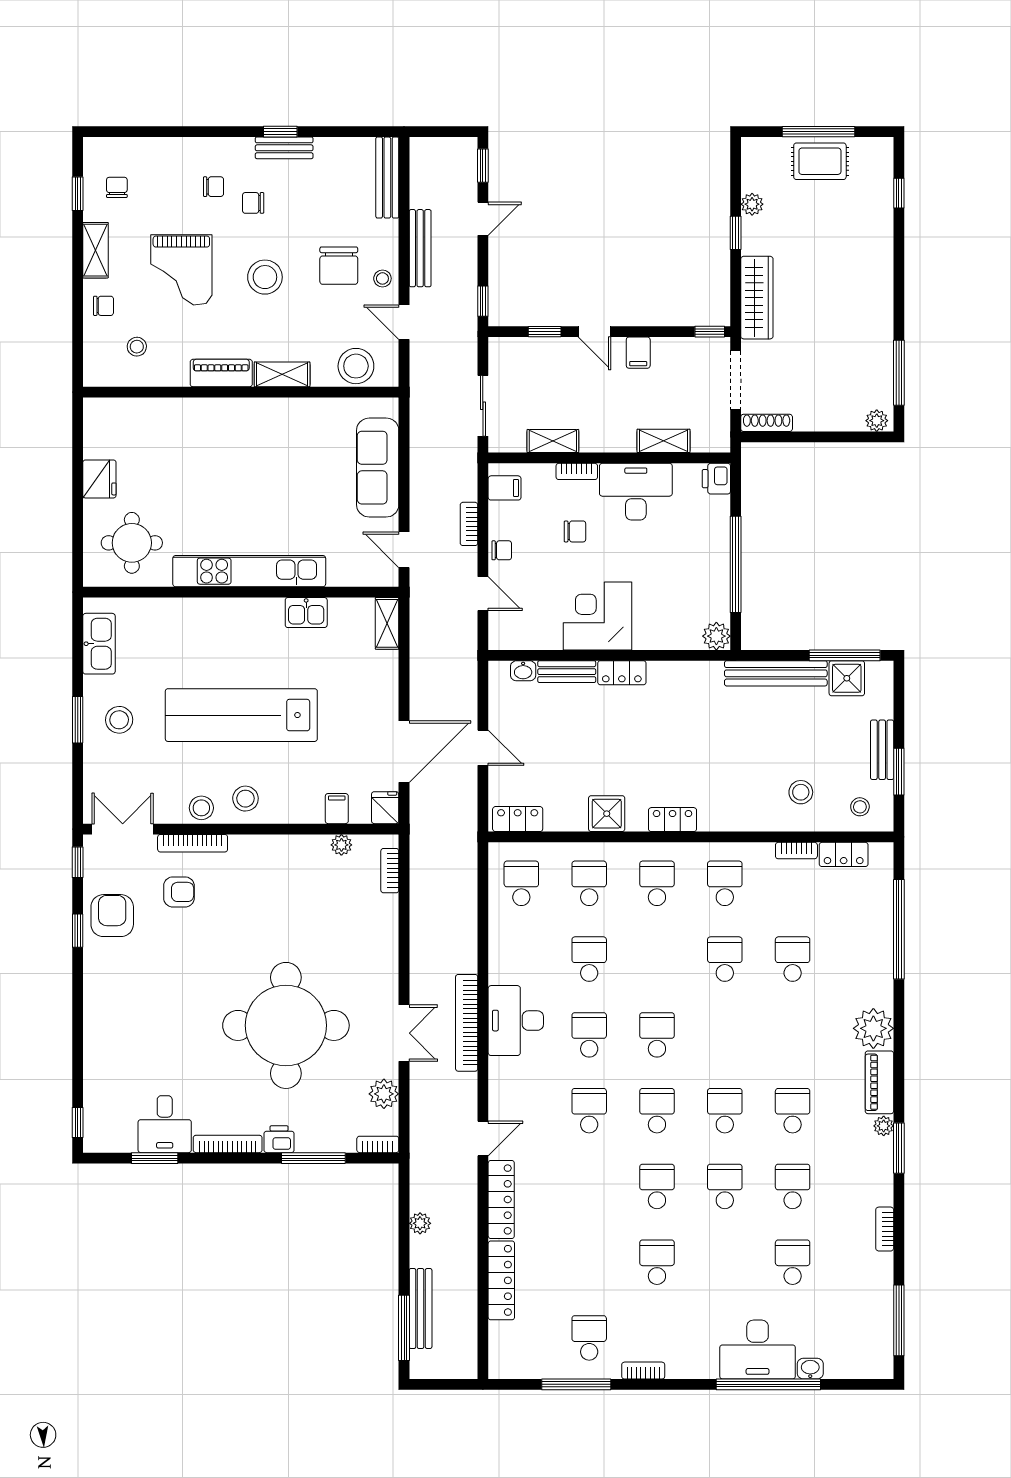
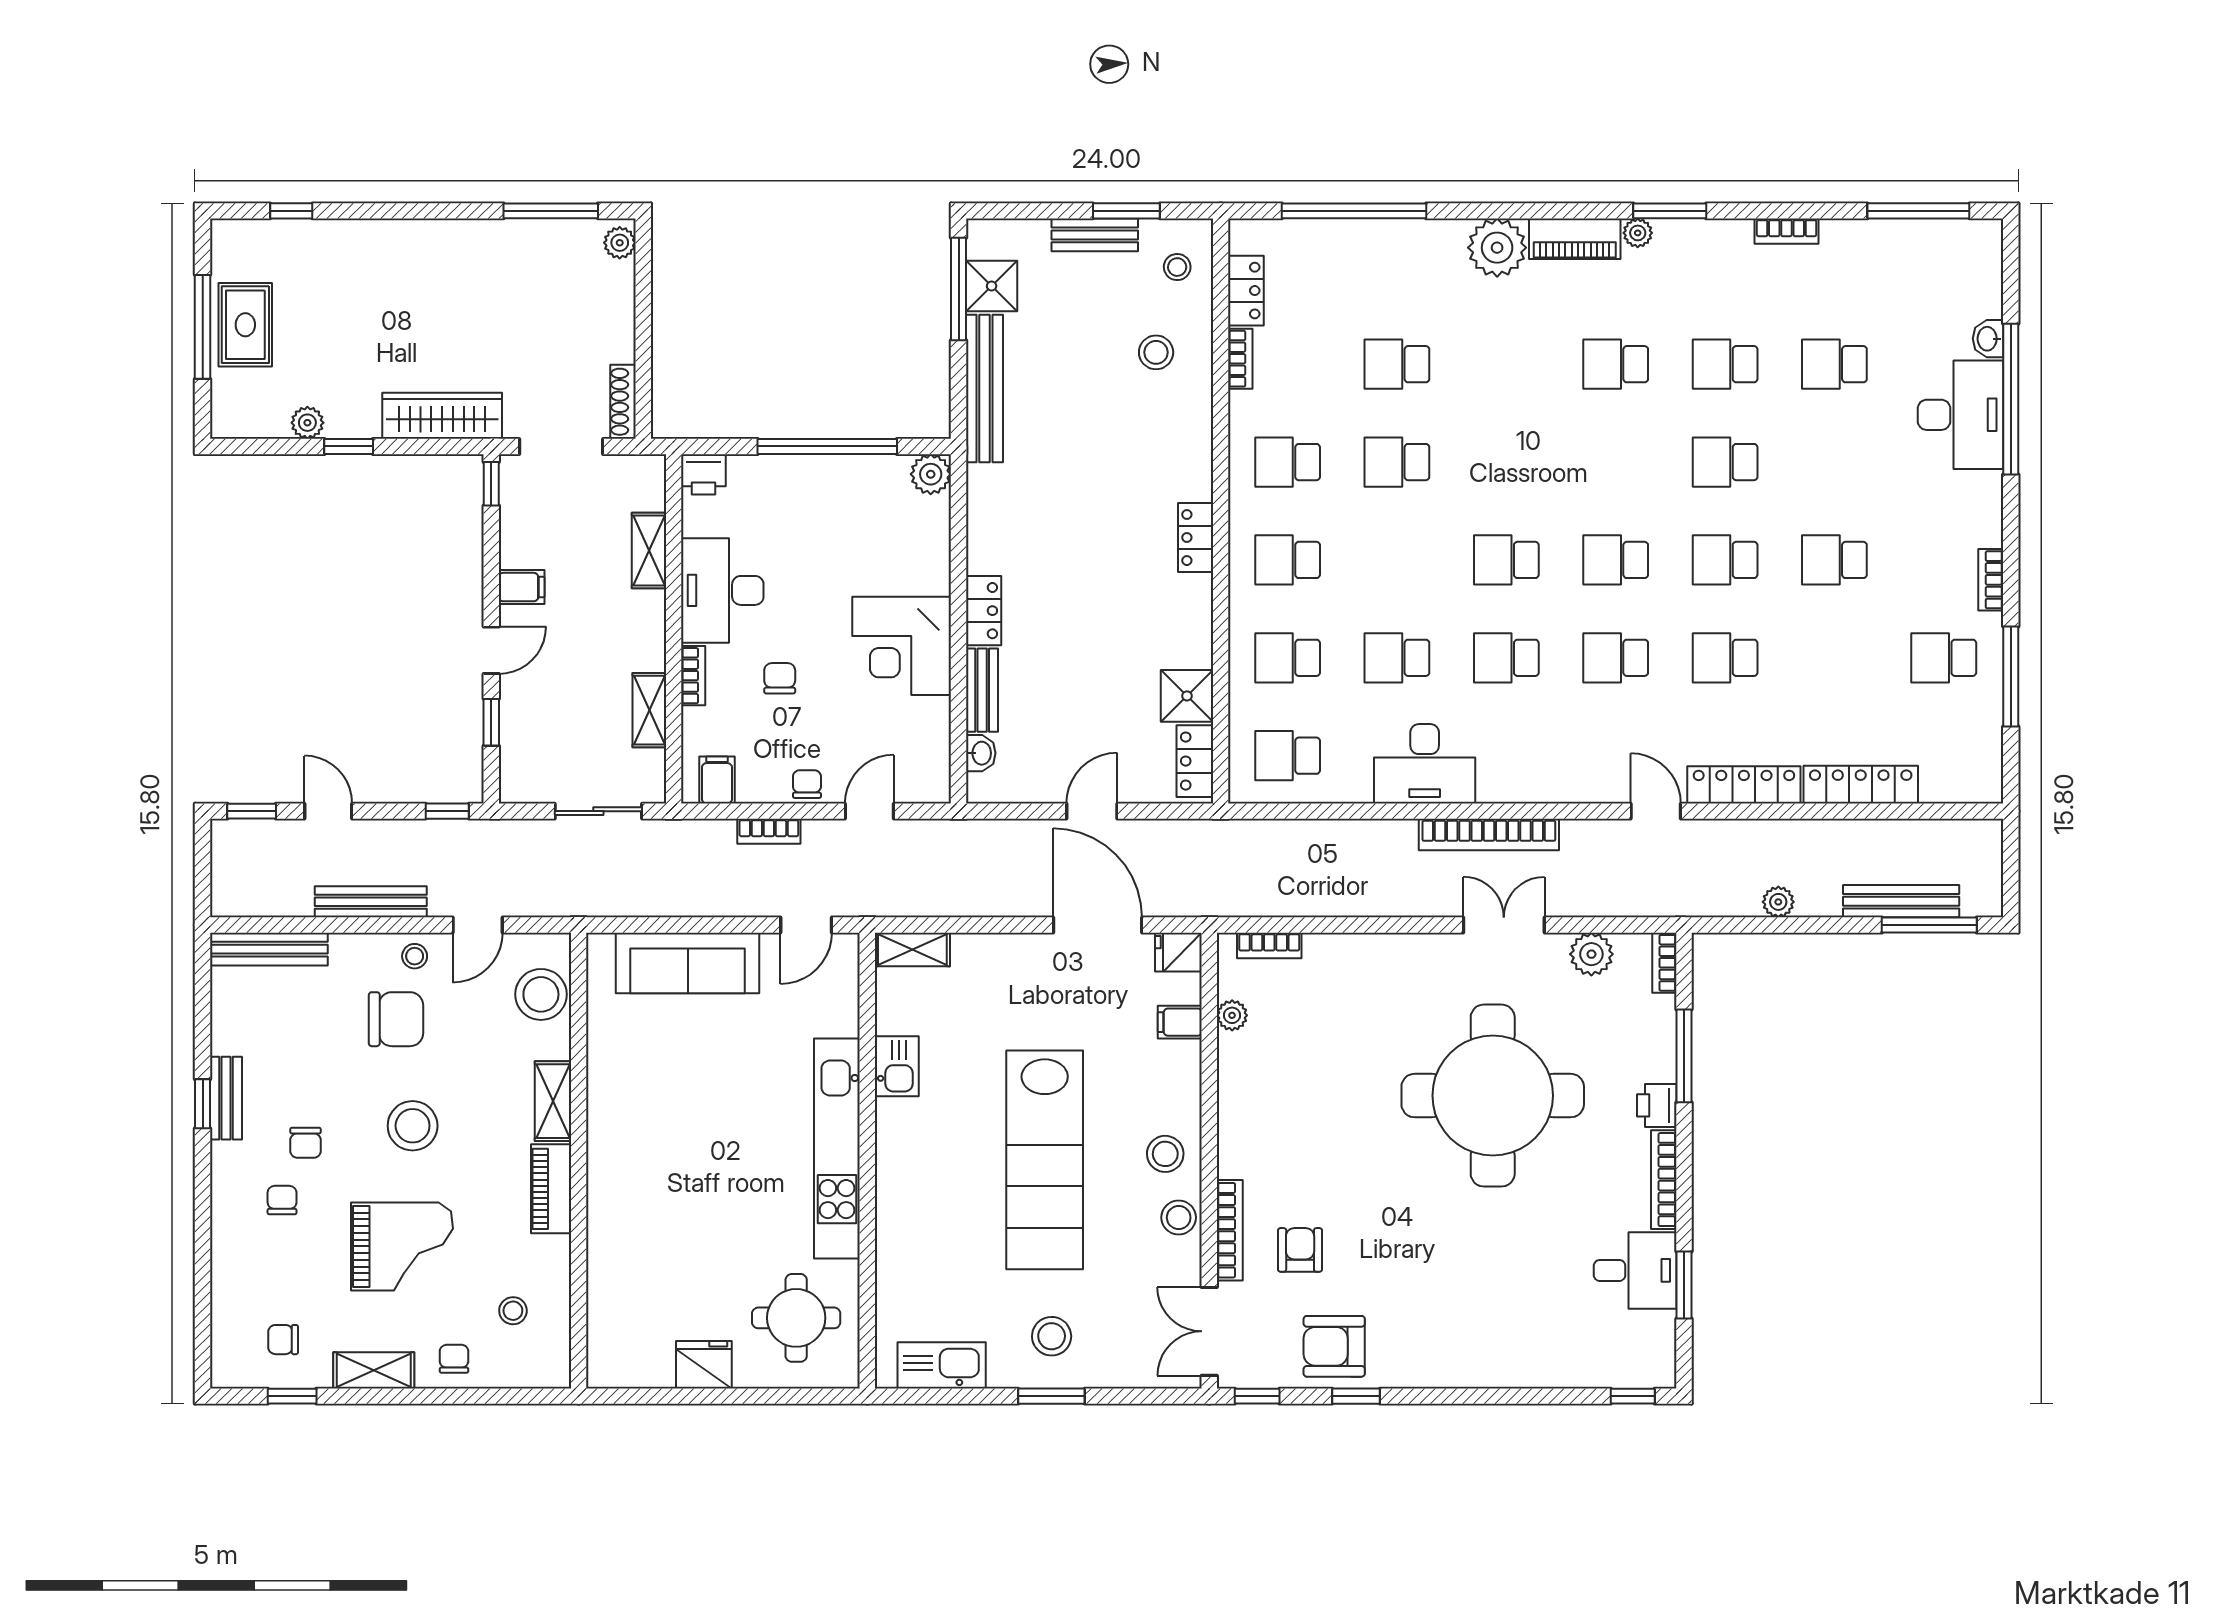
shower: (607, 814) -> (1187, 696), moved
desk: (516, 1021) -> (1425, 764), moved
school desk: (725, 1111) -> (1725, 658), moved

